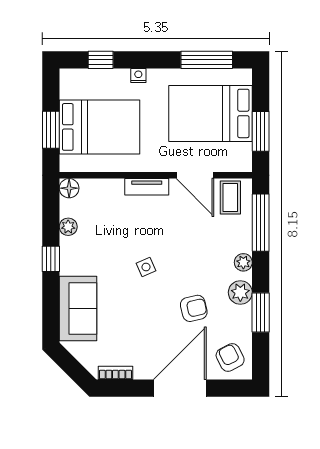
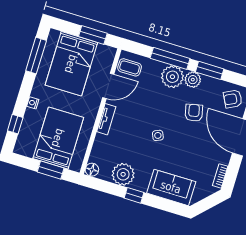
window: (261, 223) -> (170, 58), moved
plant: (68, 227) -> (123, 174), width x1.88, depth x1.88
plant: (243, 262) -> (172, 77), width x1.88, depth x1.88

